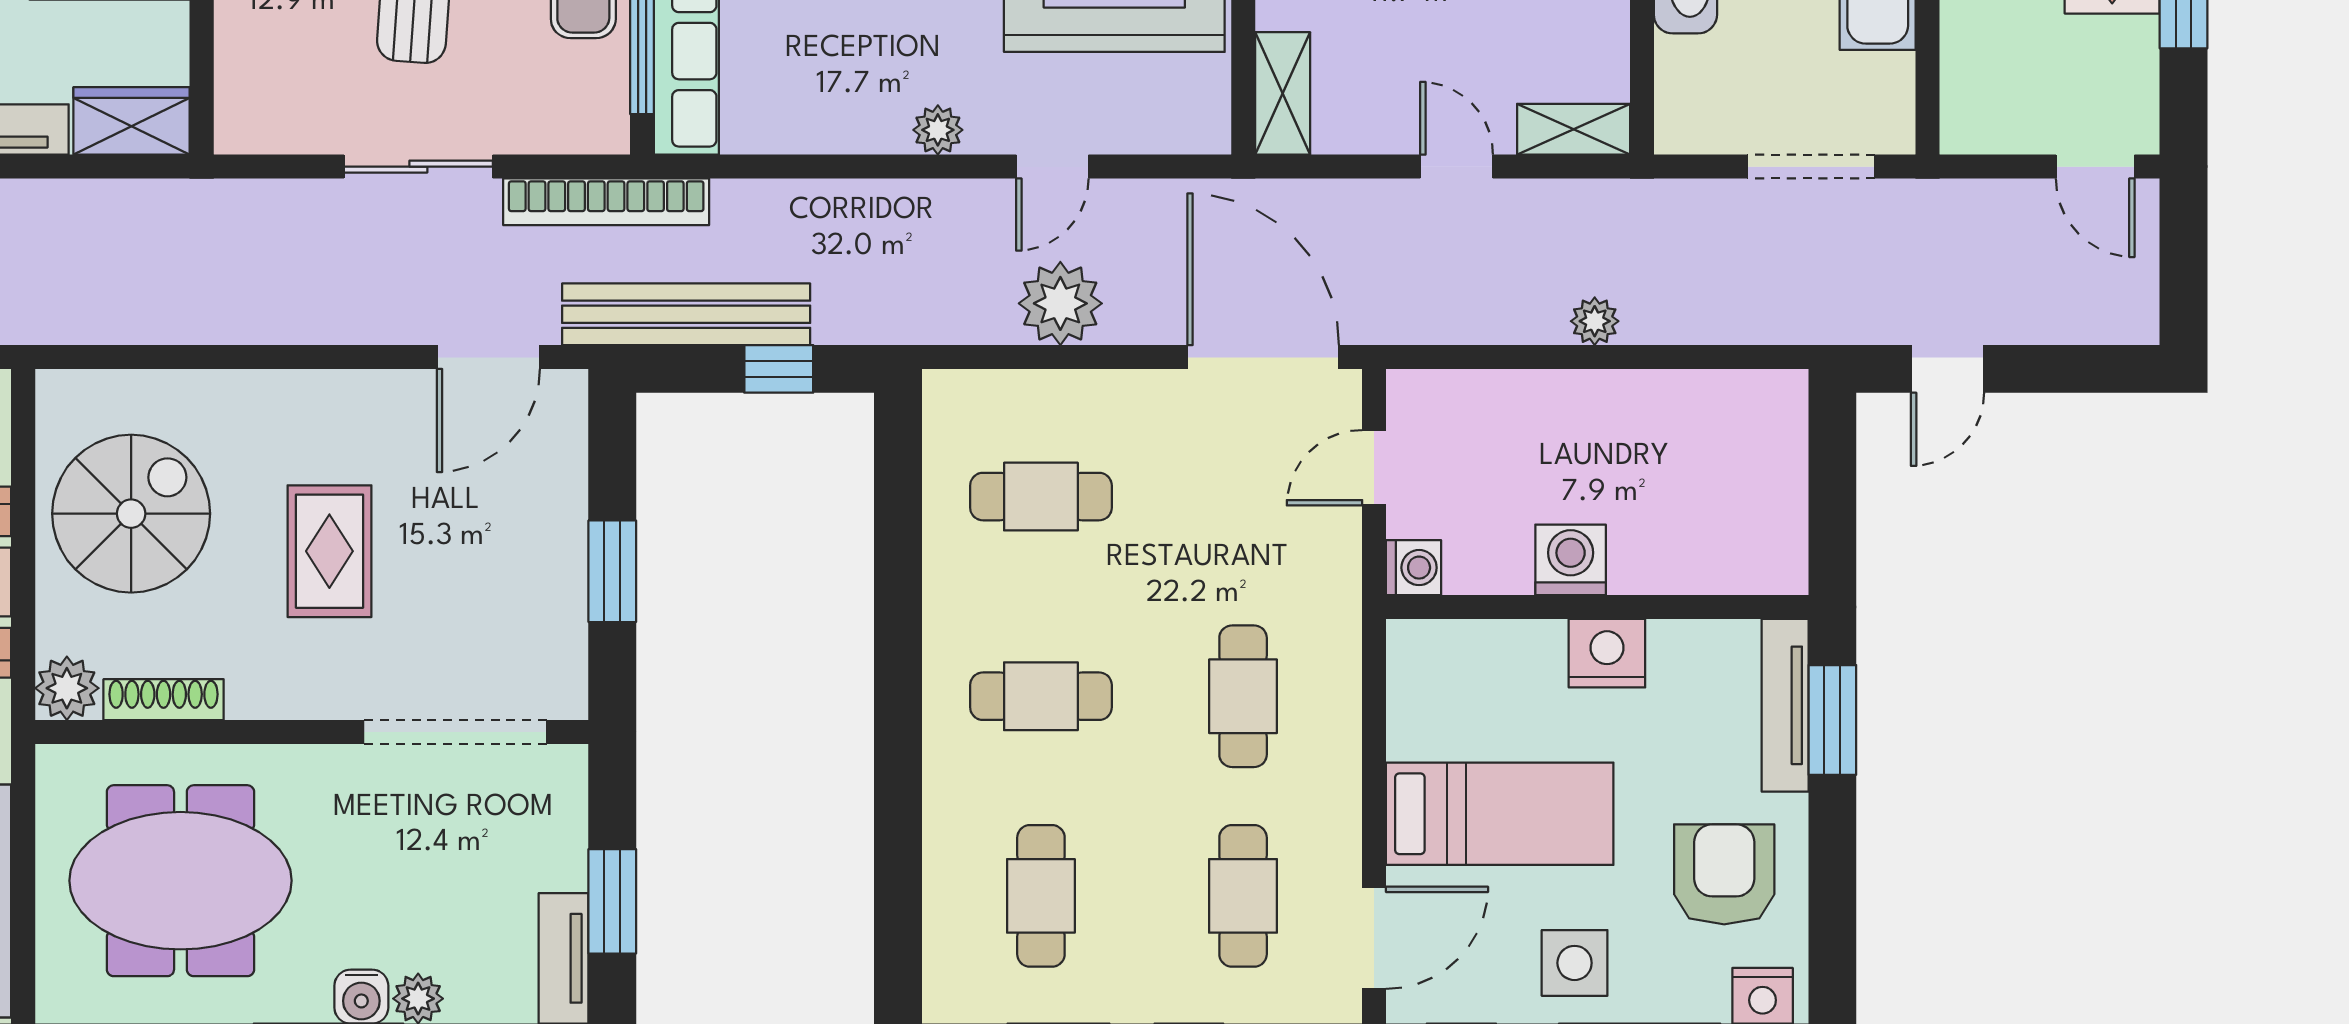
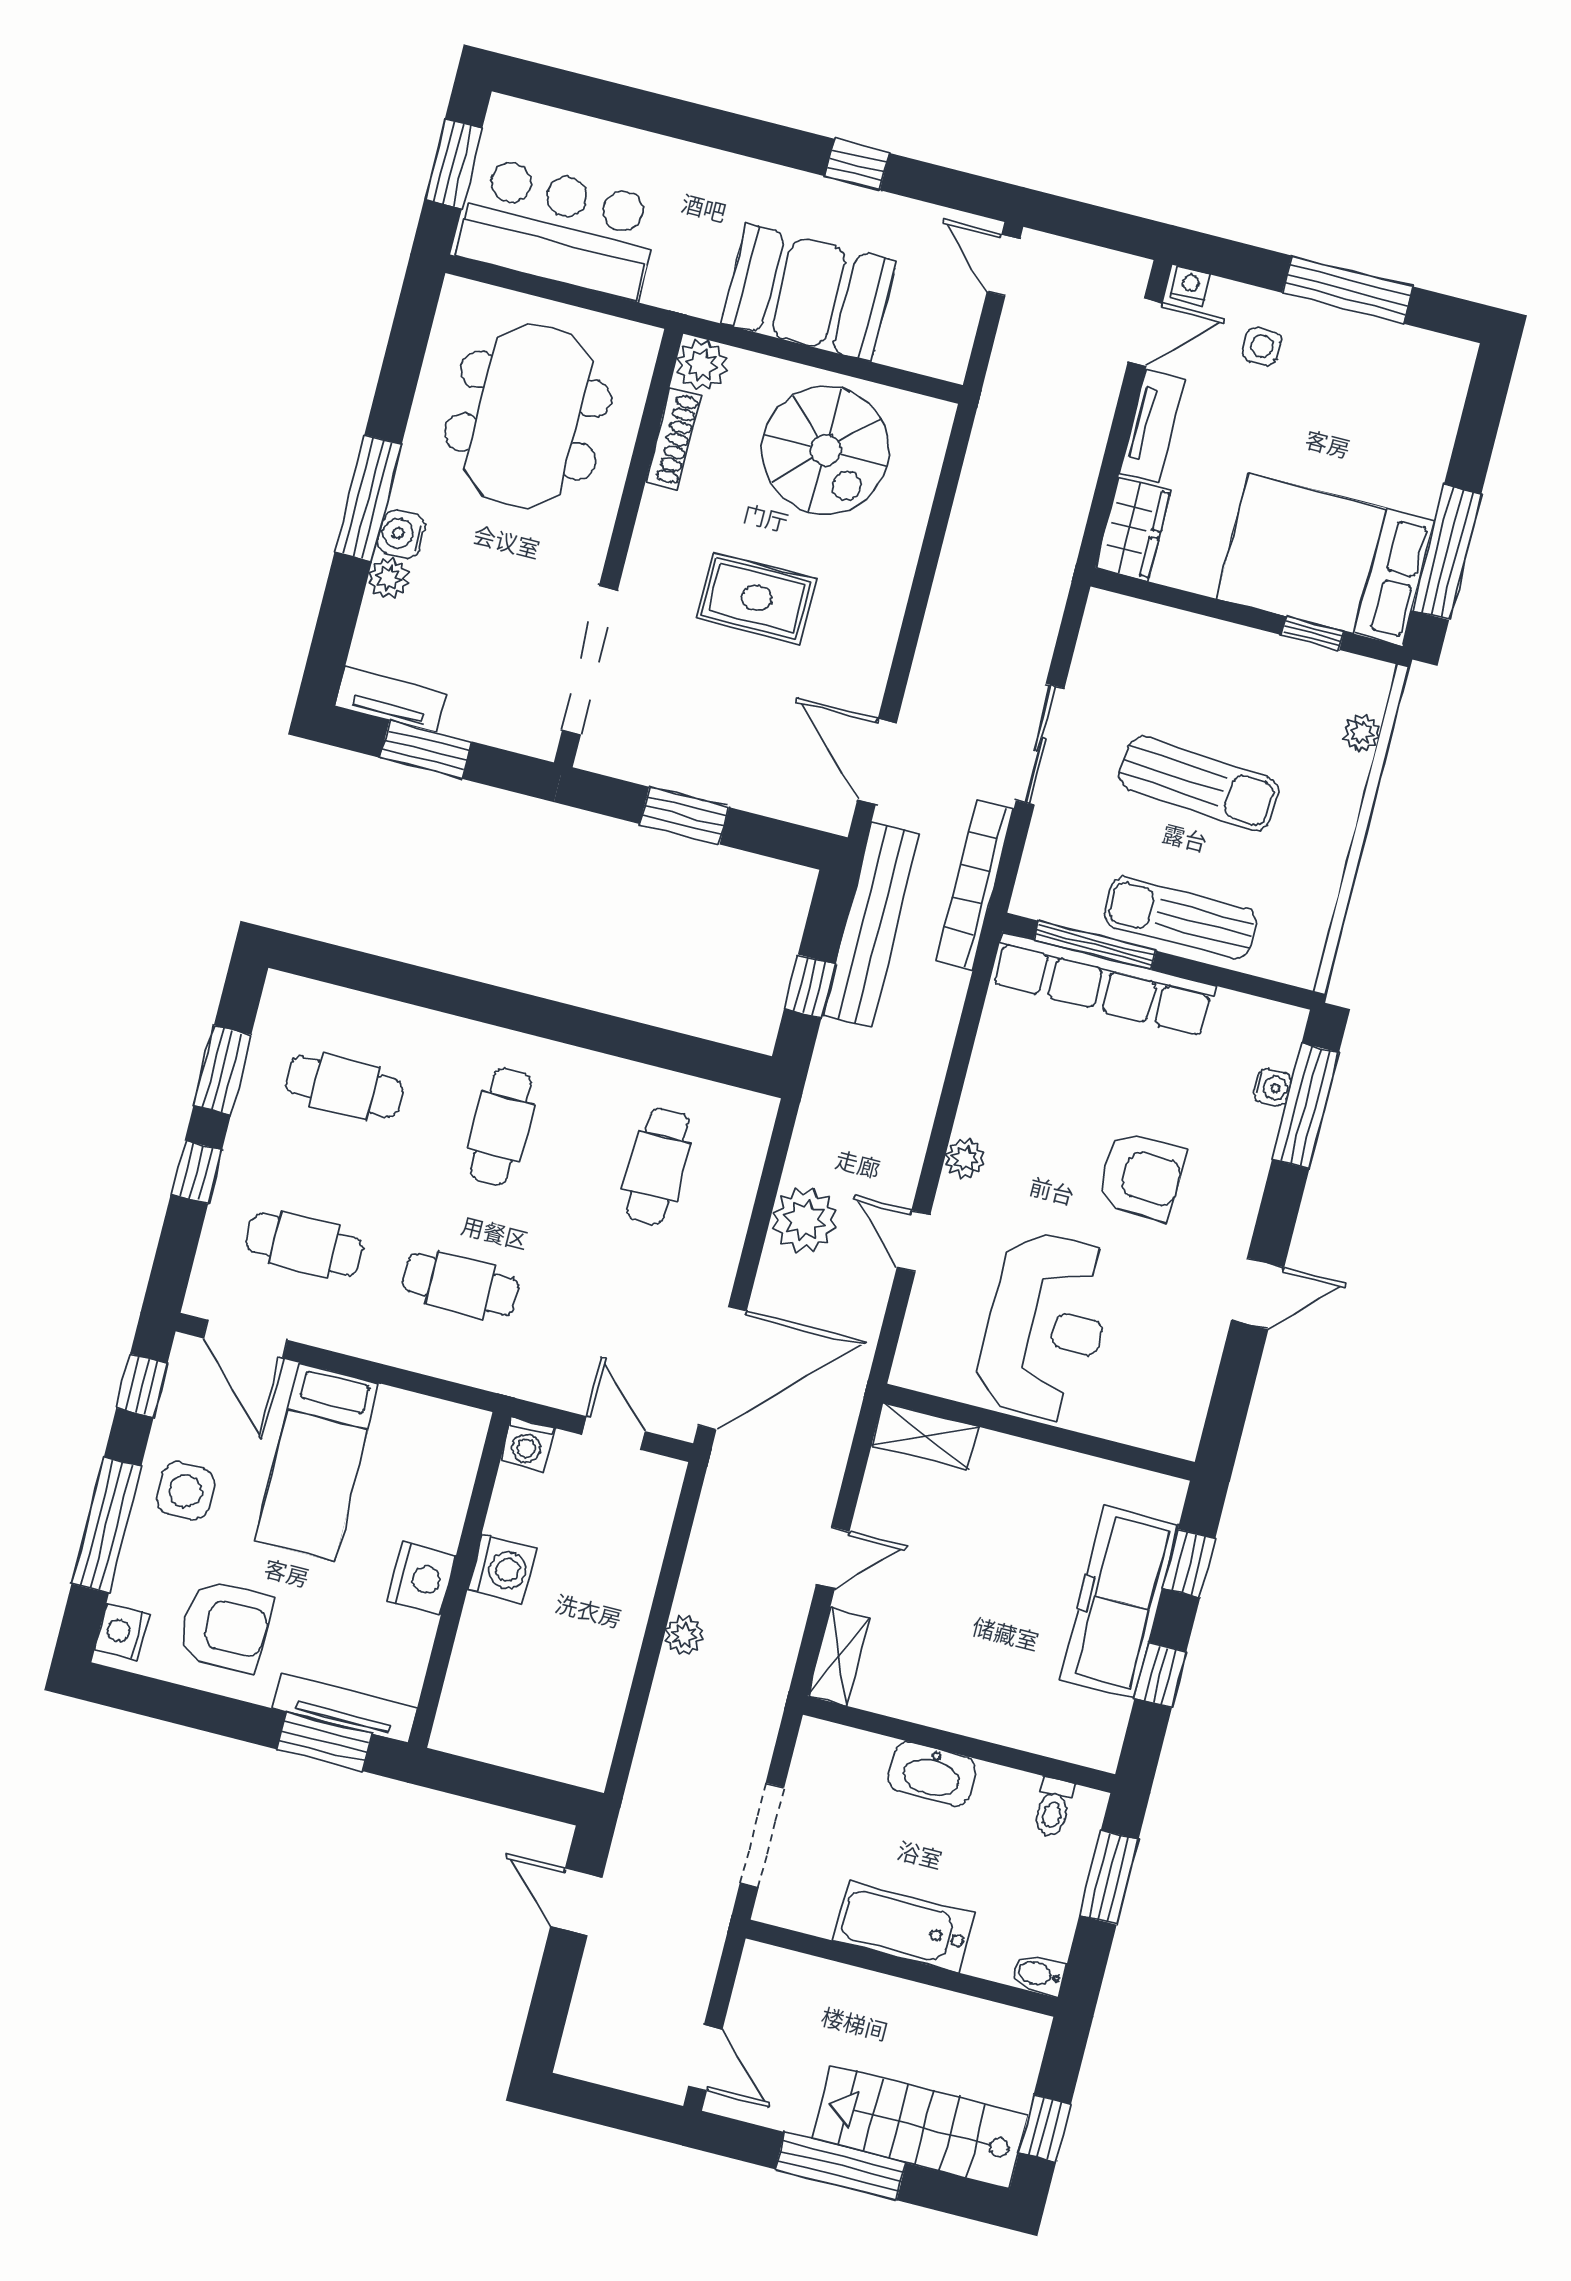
door: (2095, 167) -> (705, 2058), swing flipped

